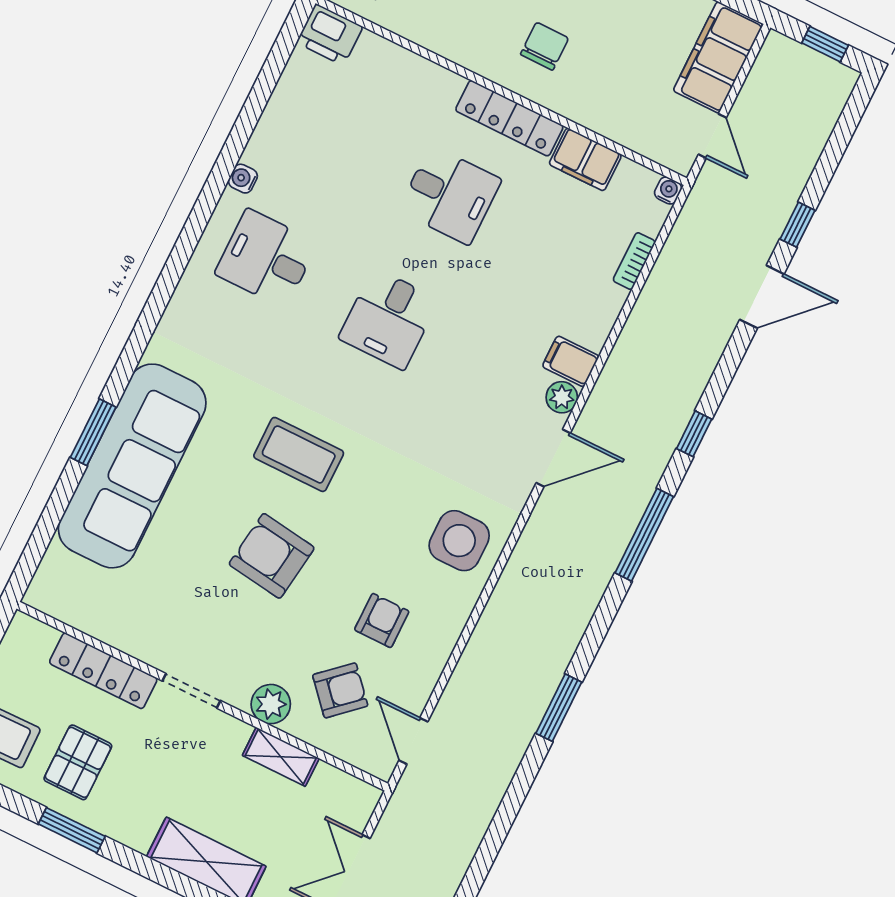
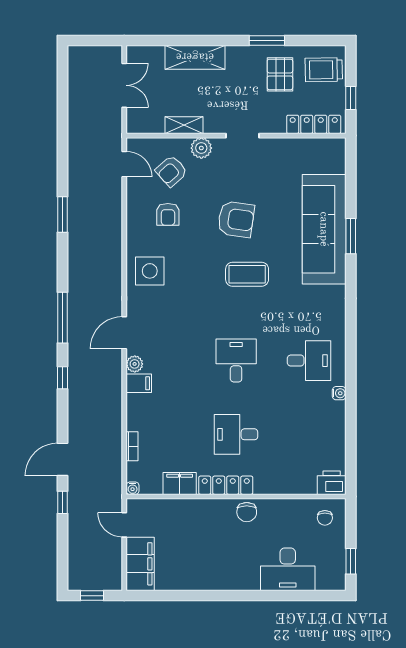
chair: (544, 46) -> (247, 512), moved
locker: (103, 671) -> (314, 124), moved

